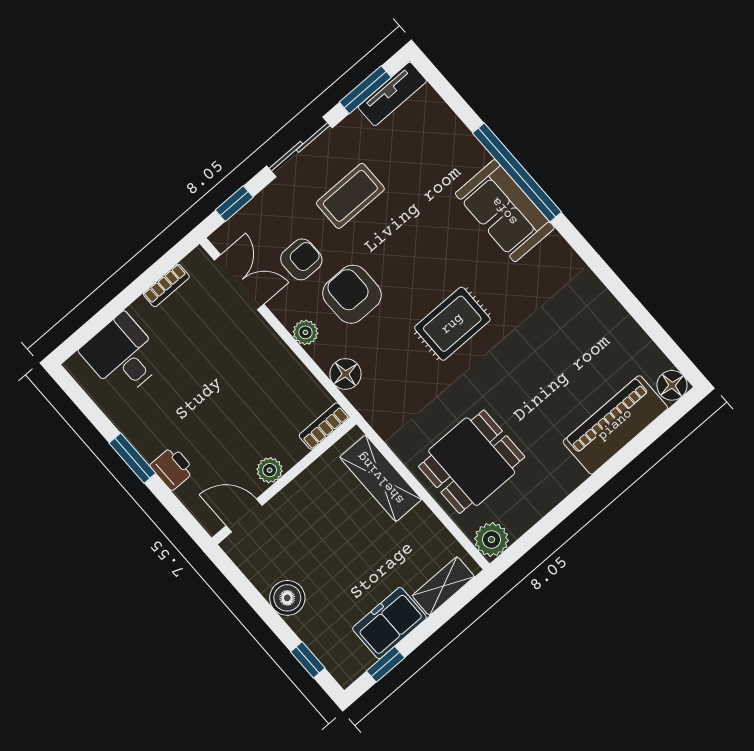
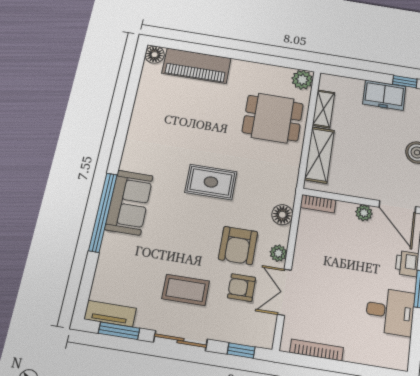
double door: (239, 282) -> (284, 292), moved
bookcase: (166, 285) -> (317, 350), width x1.56
desk: (123, 355) -> (390, 311), moved, turned -90
door: (244, 515) -> (397, 207), width x1.38
shelving: (443, 586) -> (323, 109), moved, turned 90

